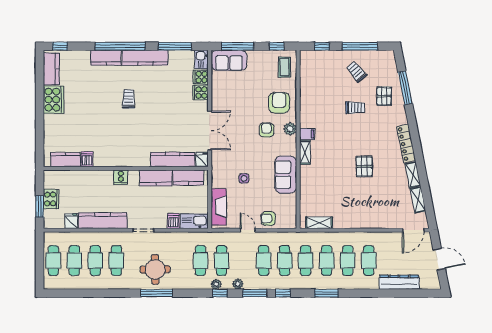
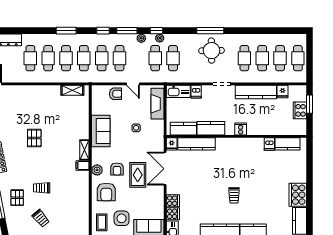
side table: (261, 72) -> (122, 218), added
rug: (242, 123) -> (138, 175), added

